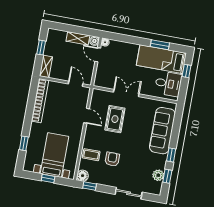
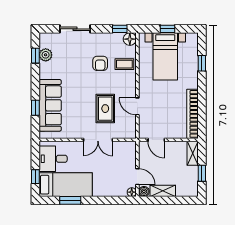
window: (171, 155) -> (35, 108), moved

